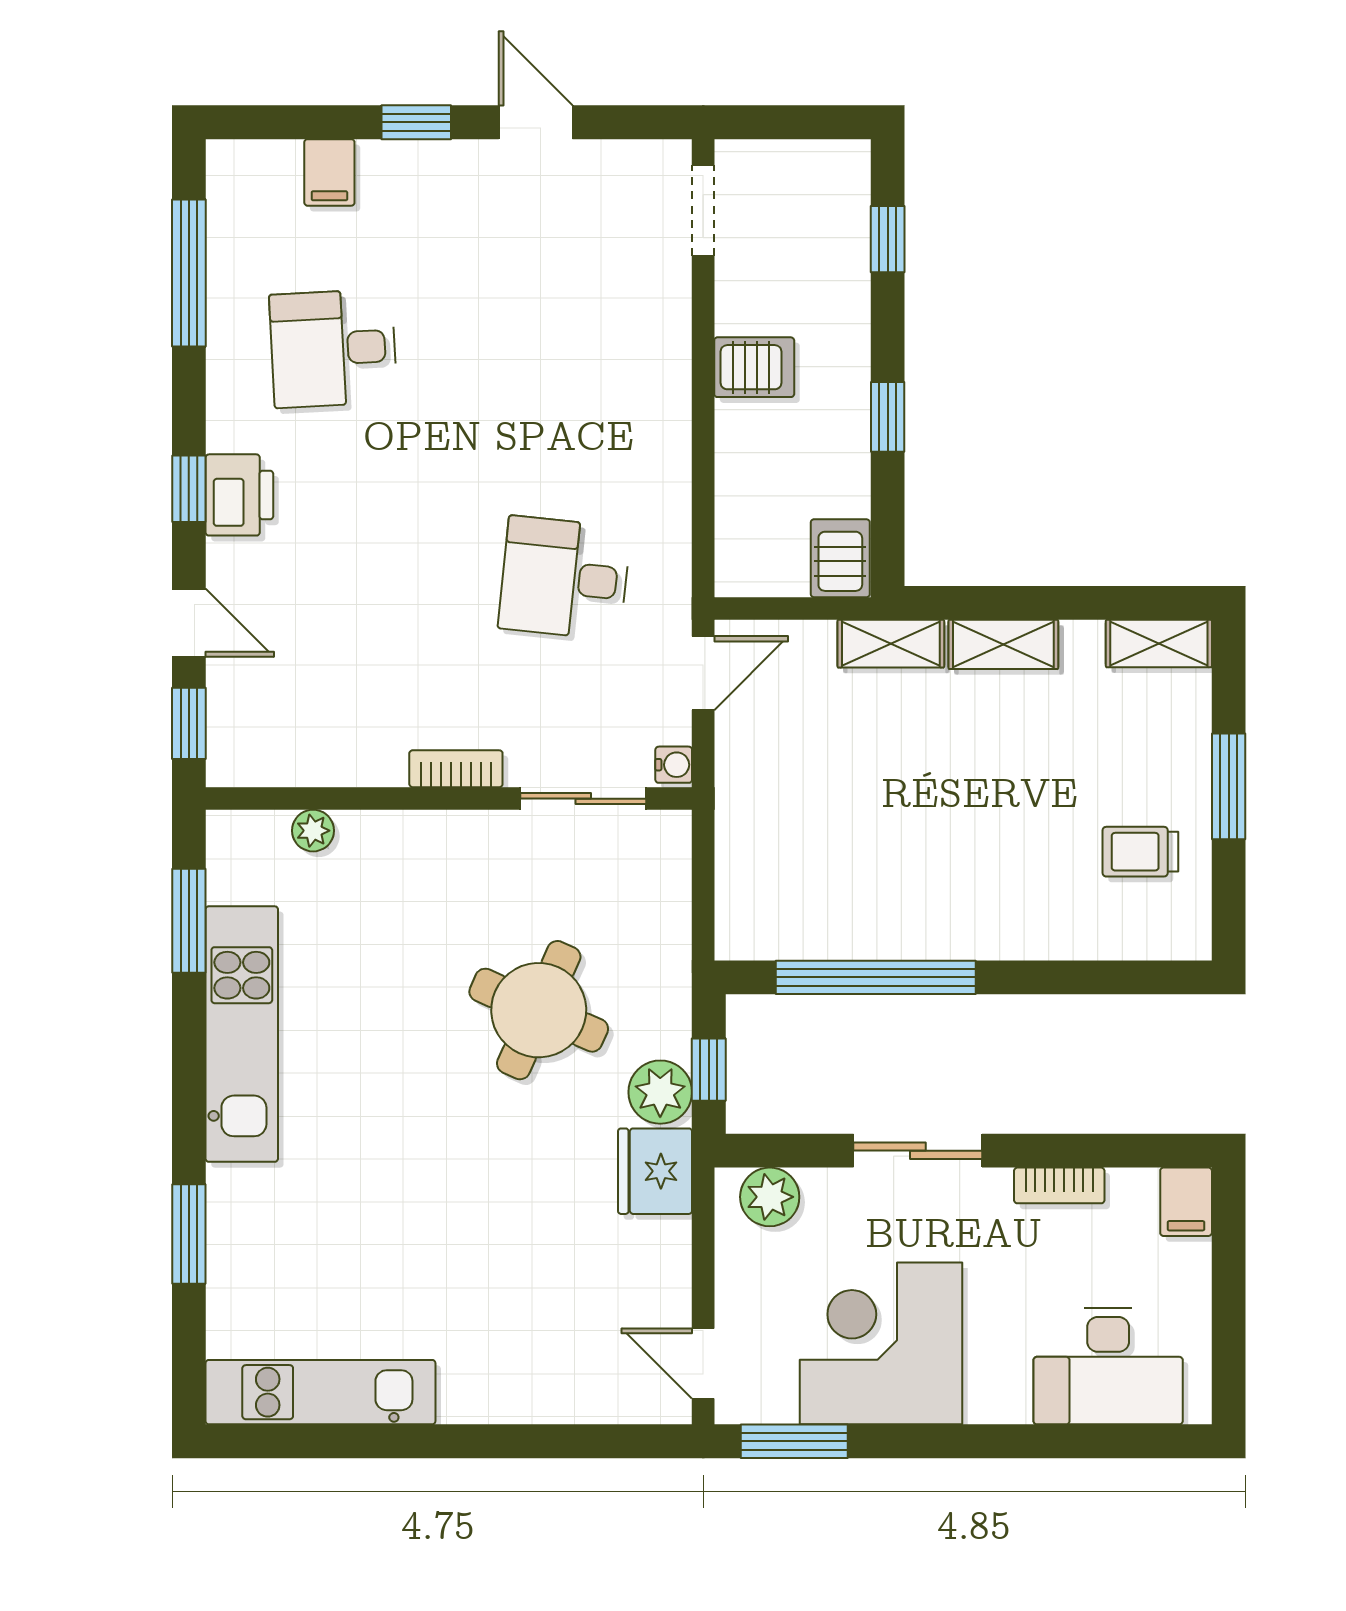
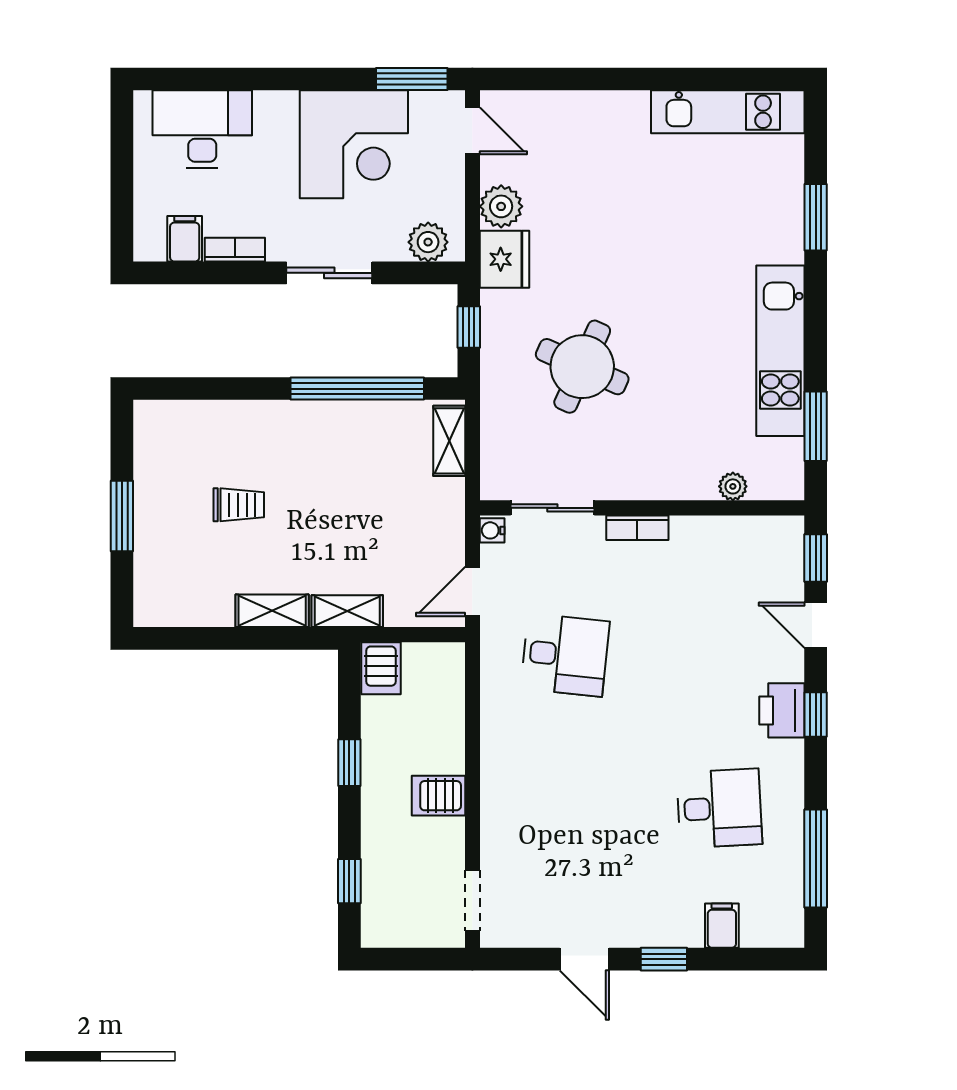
shelving: (1159, 643) -> (449, 441), moved, turned 90
trolley: (1140, 852) -> (239, 505), moved
plant: (660, 1092) -> (501, 206), moved
filing cabinet: (1186, 1202) -> (185, 239), moved

